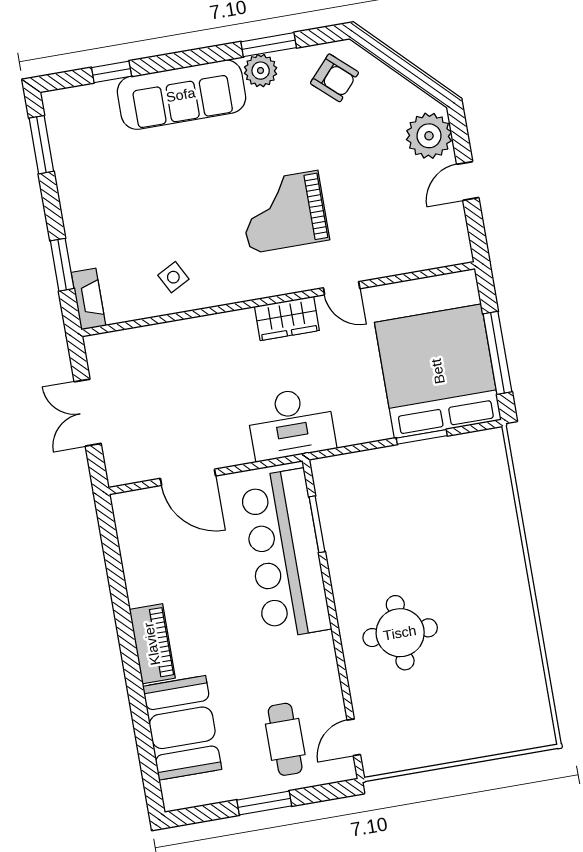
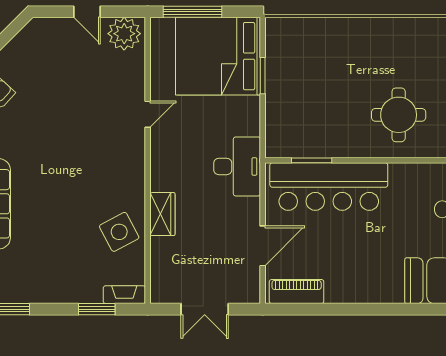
plant: (429, 136) -> (124, 34), moved
grand piano: (284, 212) -> (87, 146), removed
side table: (173, 277) -> (119, 232), width x1.87, depth x1.87
wardrobe: (287, 318) -> (162, 214), moved
window: (497, 353) -> (192, 12), moved
piano: (152, 644) -> (297, 292), moved

